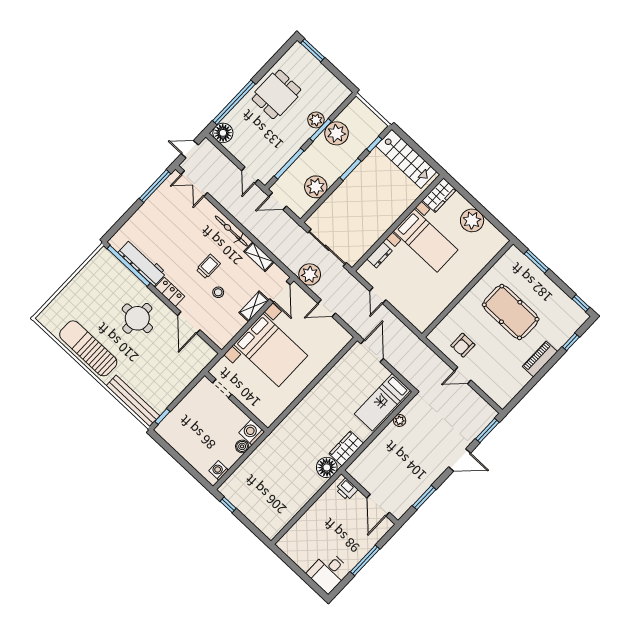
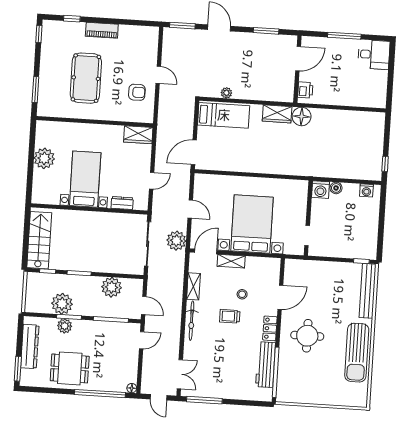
dresser: (323, 76) -> (30, 347), added
floor lamp: (223, 133) -> (132, 388), width x0.53, depth x0.53
wardrobe: (439, 195) -> (138, 135), moved, turned 180

